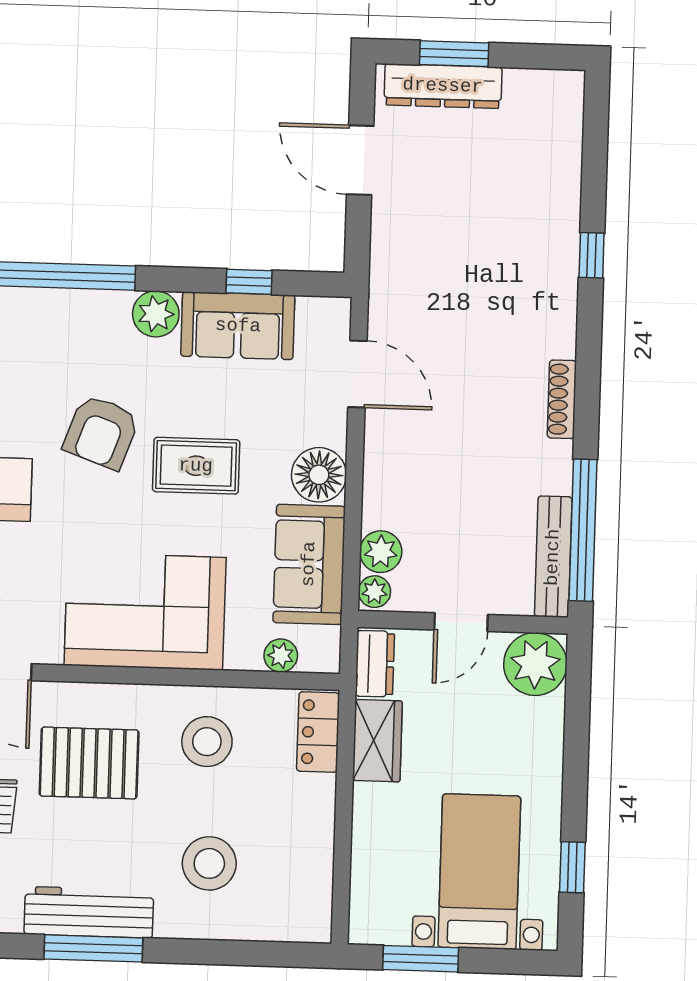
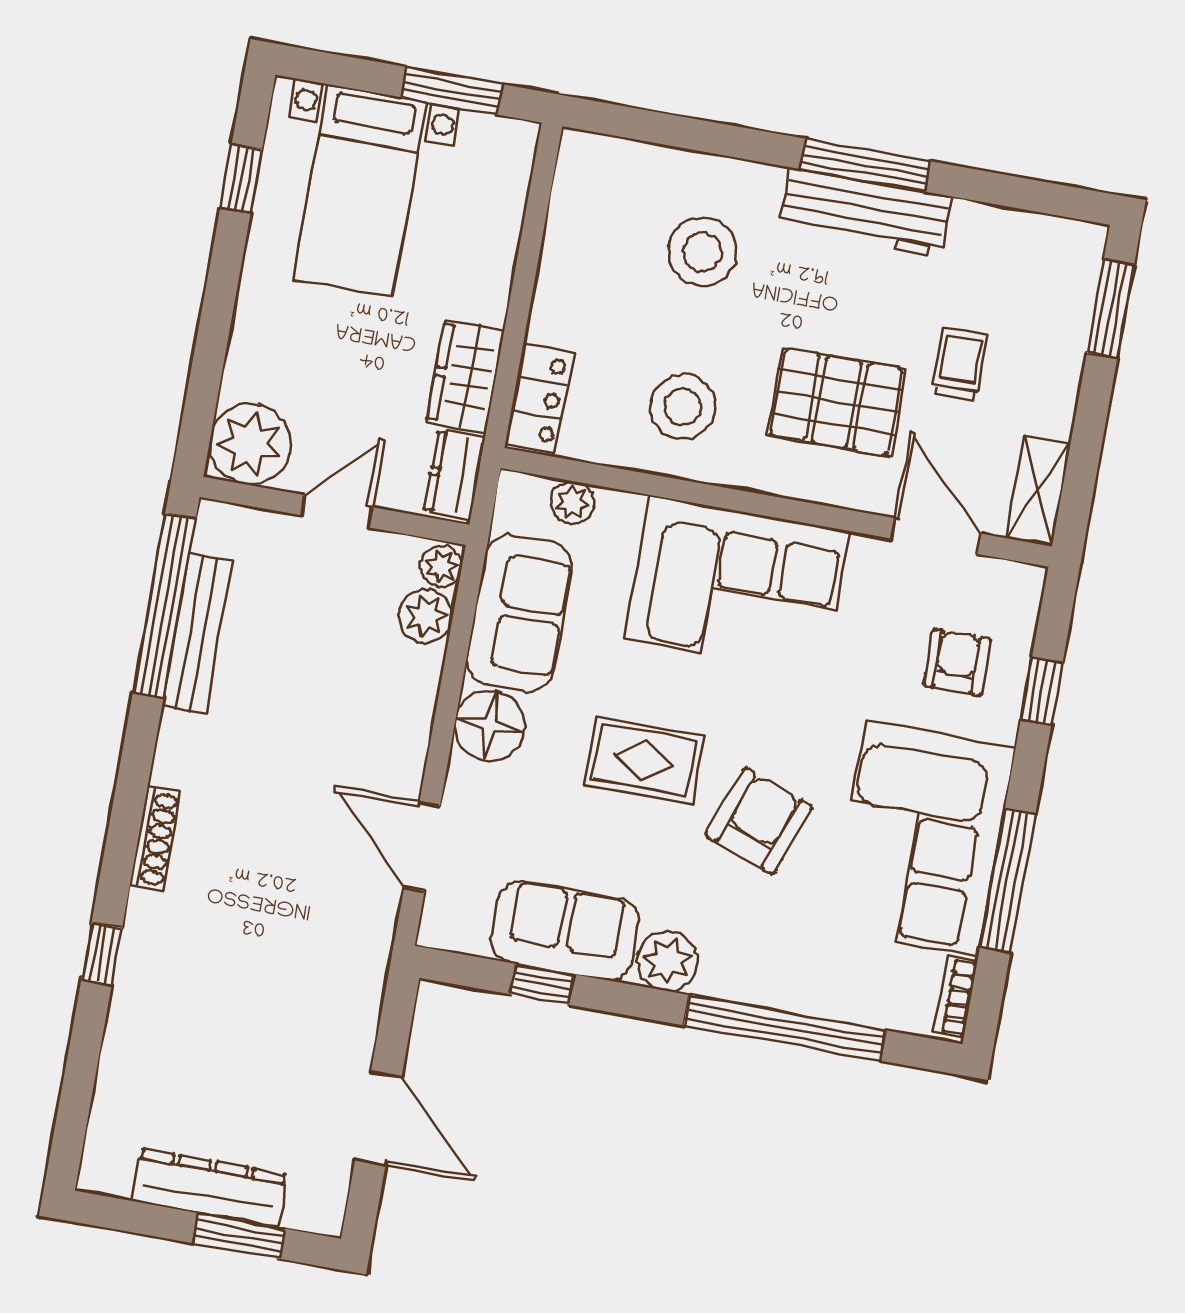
dresser: (443, 86) -> (209, 1188), moved
shoe rack: (562, 399) -> (155, 838), moved
bench: (553, 557) -> (197, 633), moved

